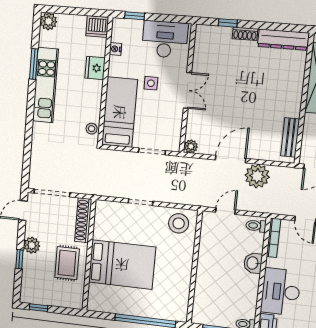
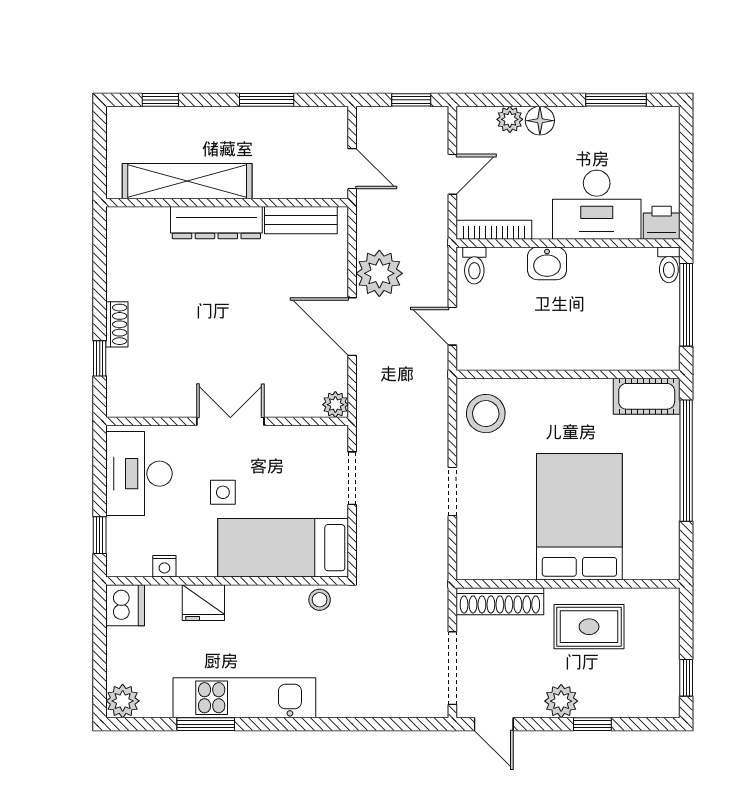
dresser: (283, 40) -> (216, 223), moved, turned 90
cot: (179, 305) -> (647, 396), added

